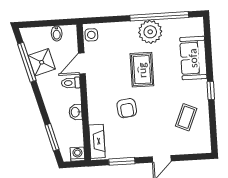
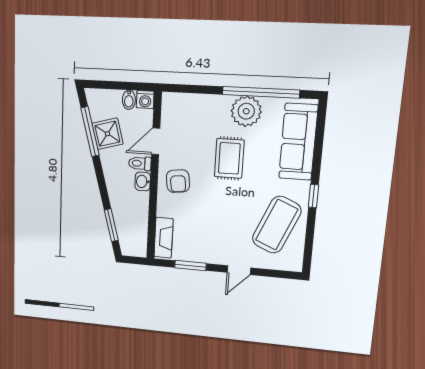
side table: (91, 35) -> (171, 107), removed
sofa: (193, 58) -> (298, 142), width x1.36
armchair: (127, 108) -> (178, 181), moved
washbasin: (76, 112) -> (143, 181), moved
coffee table: (186, 117) -> (277, 225), width x1.86, depth x1.72
washing machine: (78, 154) -> (145, 100), moved, turned 180

